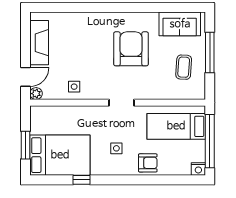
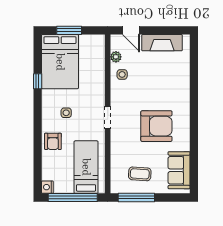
window: (210, 52) -> (136, 198), moved
plant: (36, 94) -> (116, 57), moved

